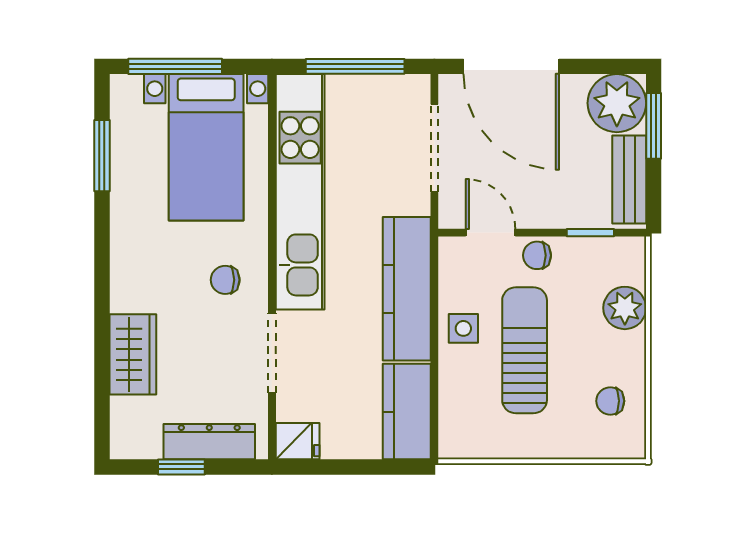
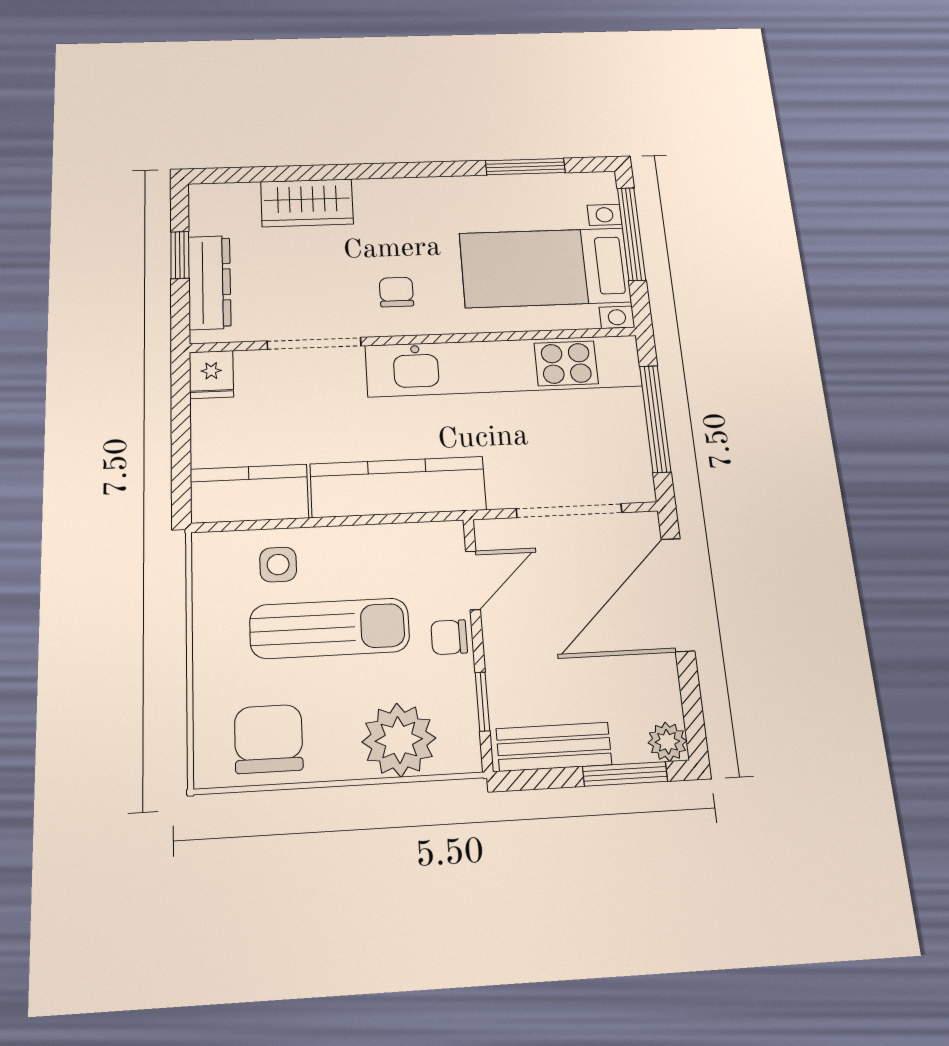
plant: (617, 103) -> (667, 742), width x0.53, depth x0.53
chair: (537, 255) -> (449, 637), turned -90
plant: (625, 308) -> (399, 740), width x1.36, depth x1.36
side table: (463, 328) -> (278, 565), moved
chair: (610, 401) -> (269, 739), width x1.87, depth x1.87

